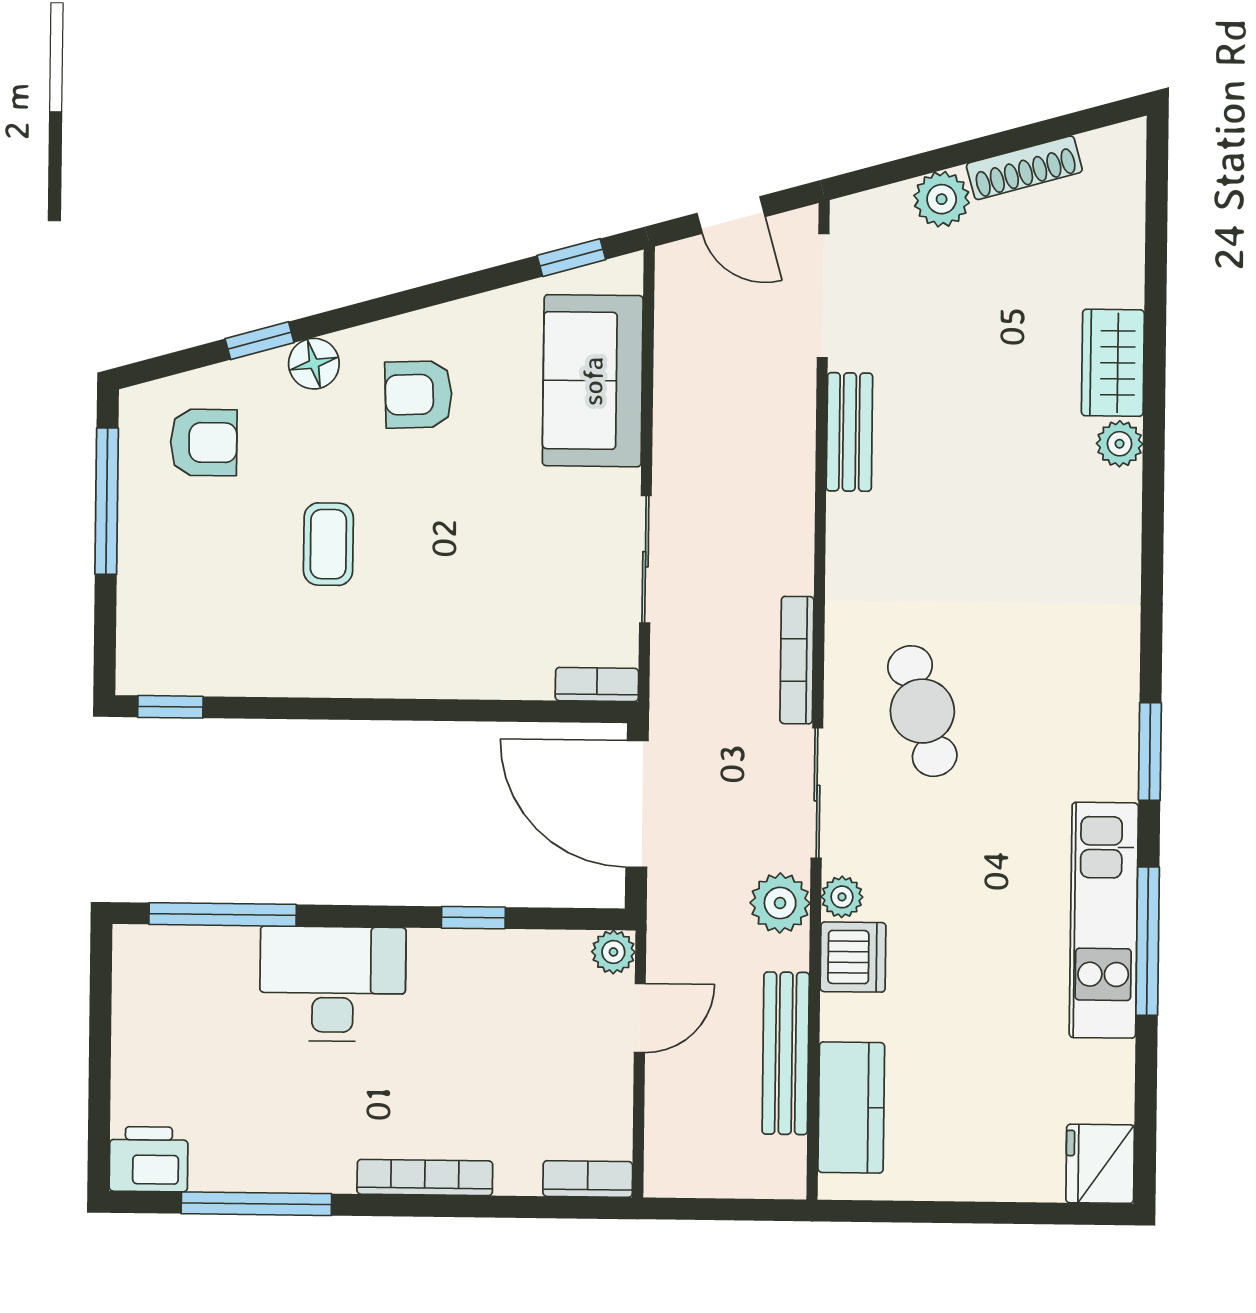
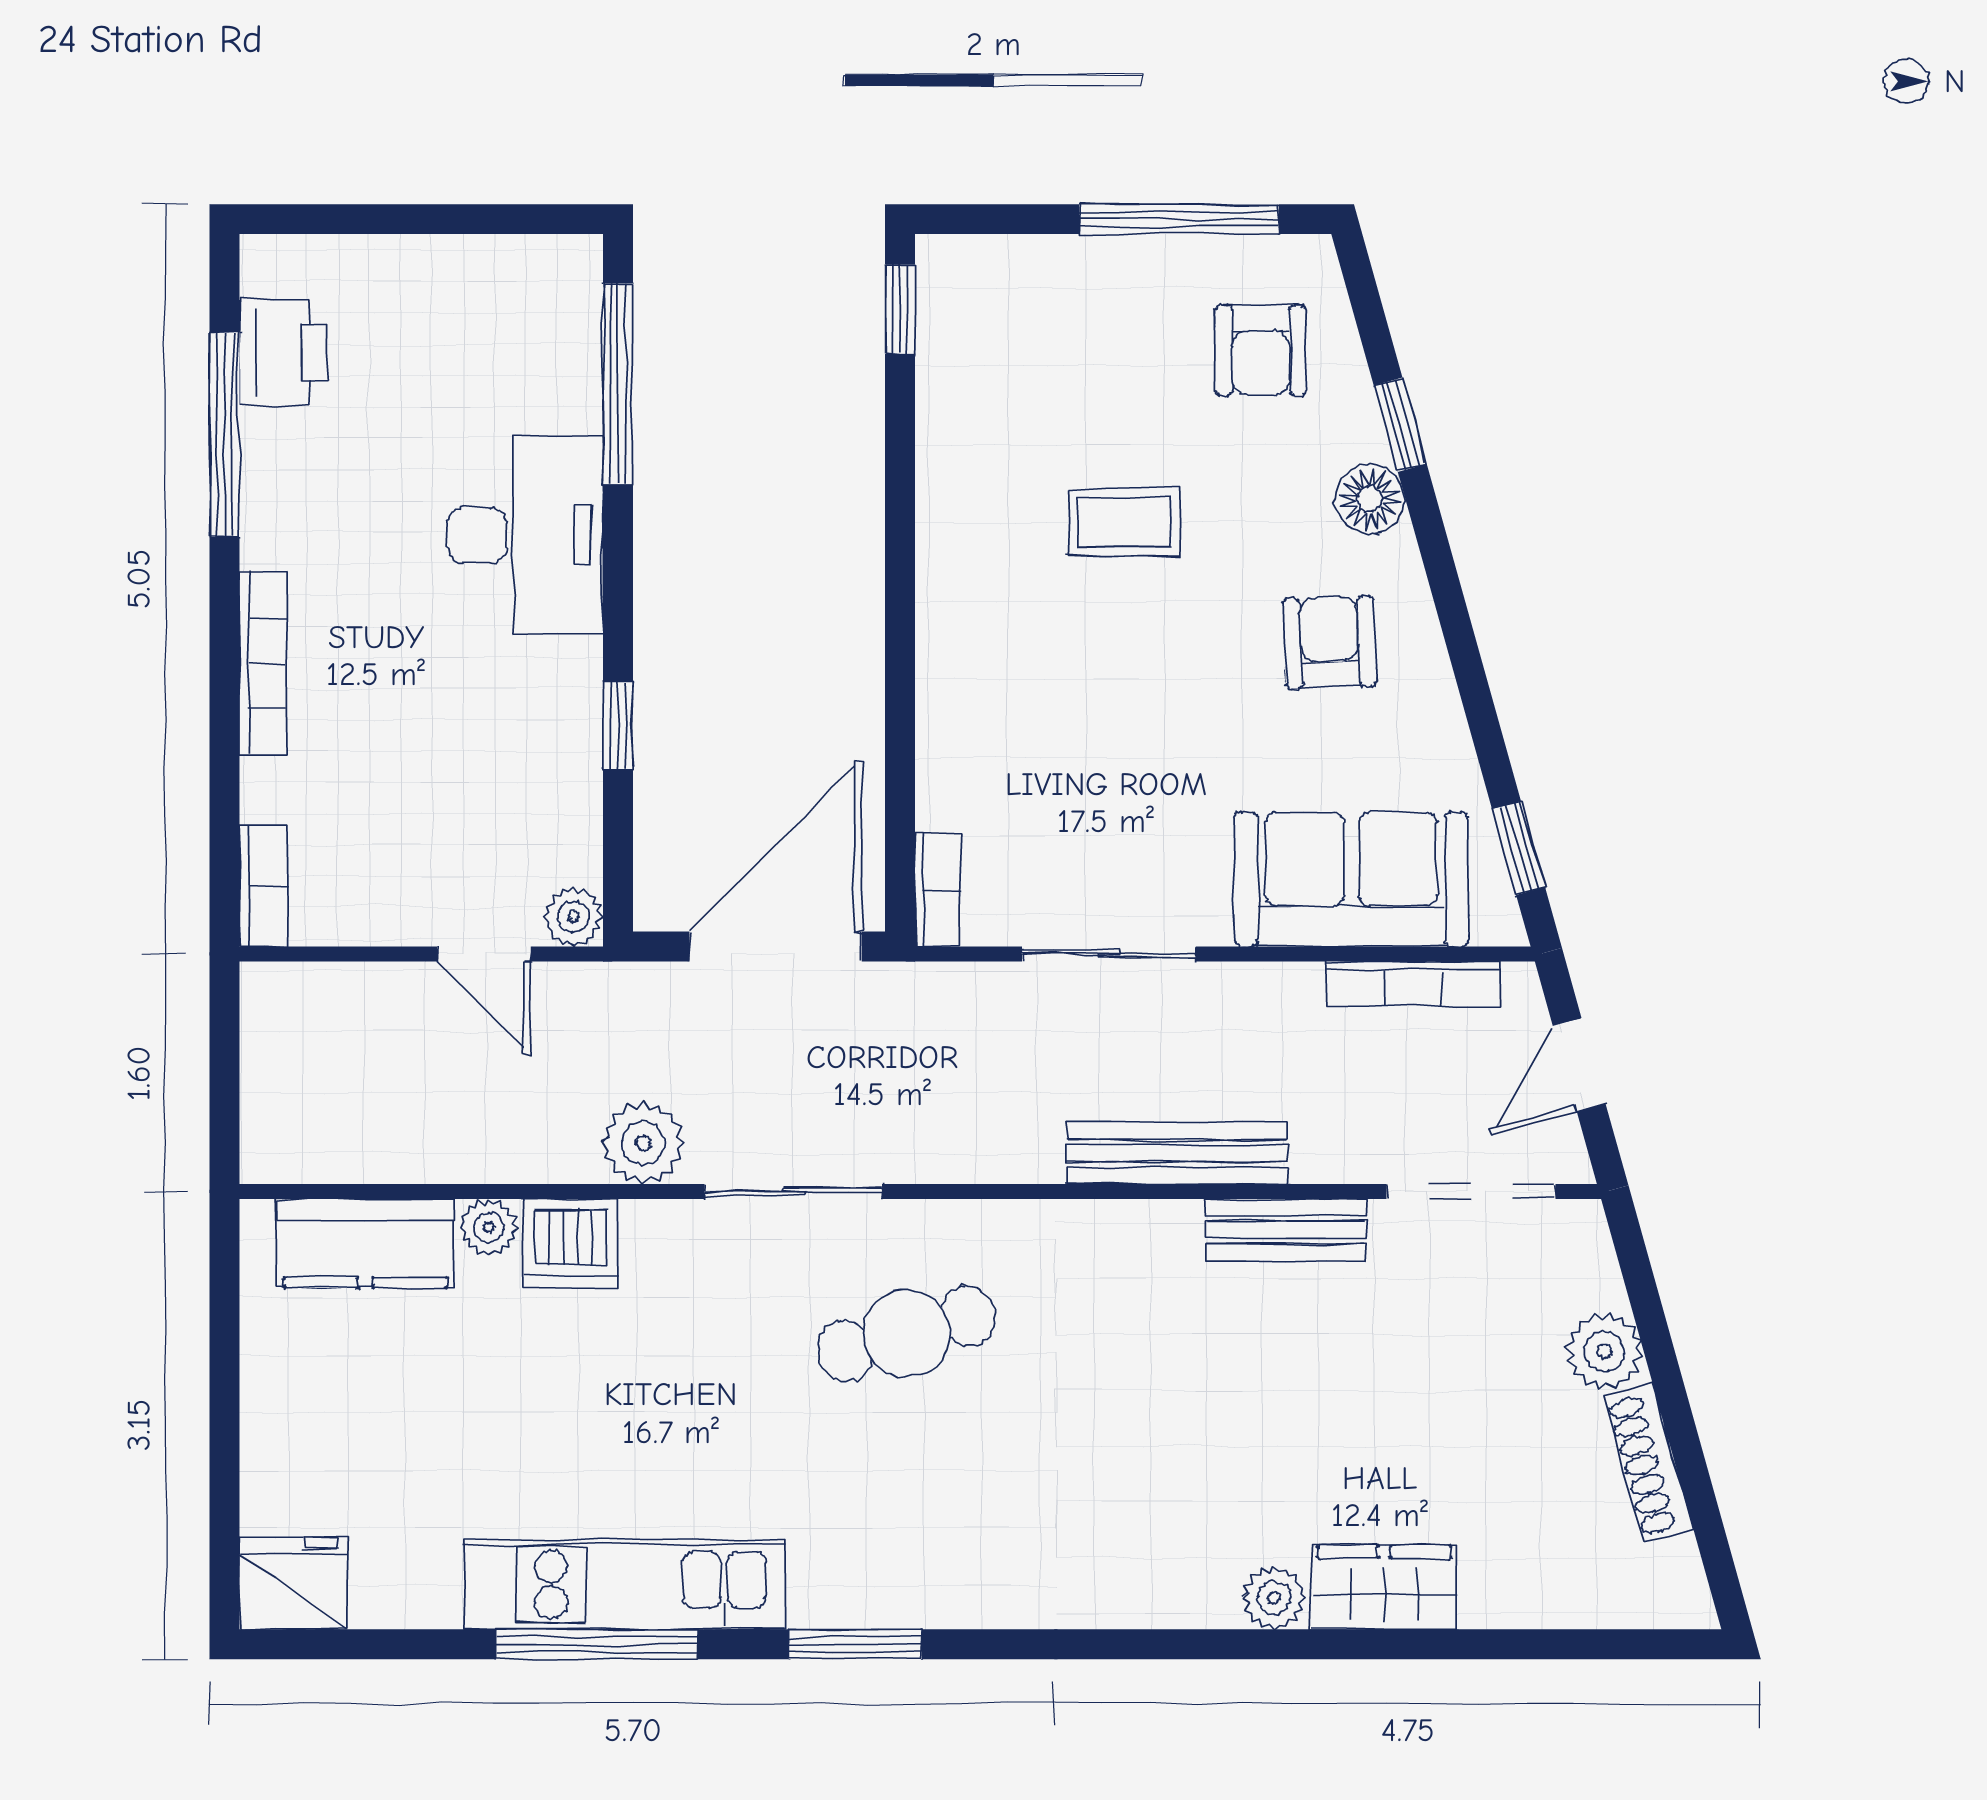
bookcase: (797, 660) -> (1413, 984), moved, turned 180
plant: (842, 897) -> (489, 1227), moved
bench: (786, 1053) -> (1177, 1153), moved
printer: (149, 1159) -> (283, 353), moved

